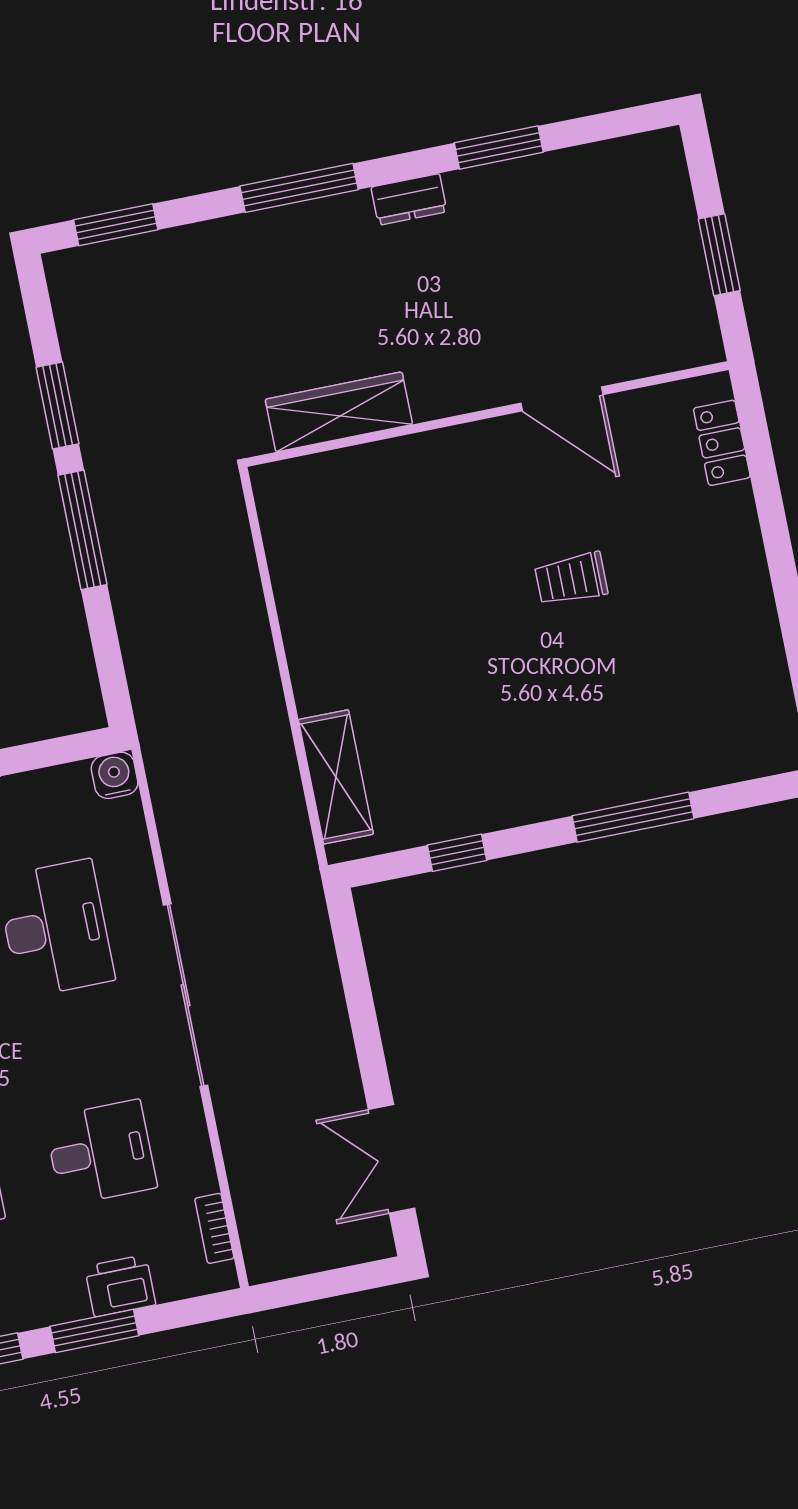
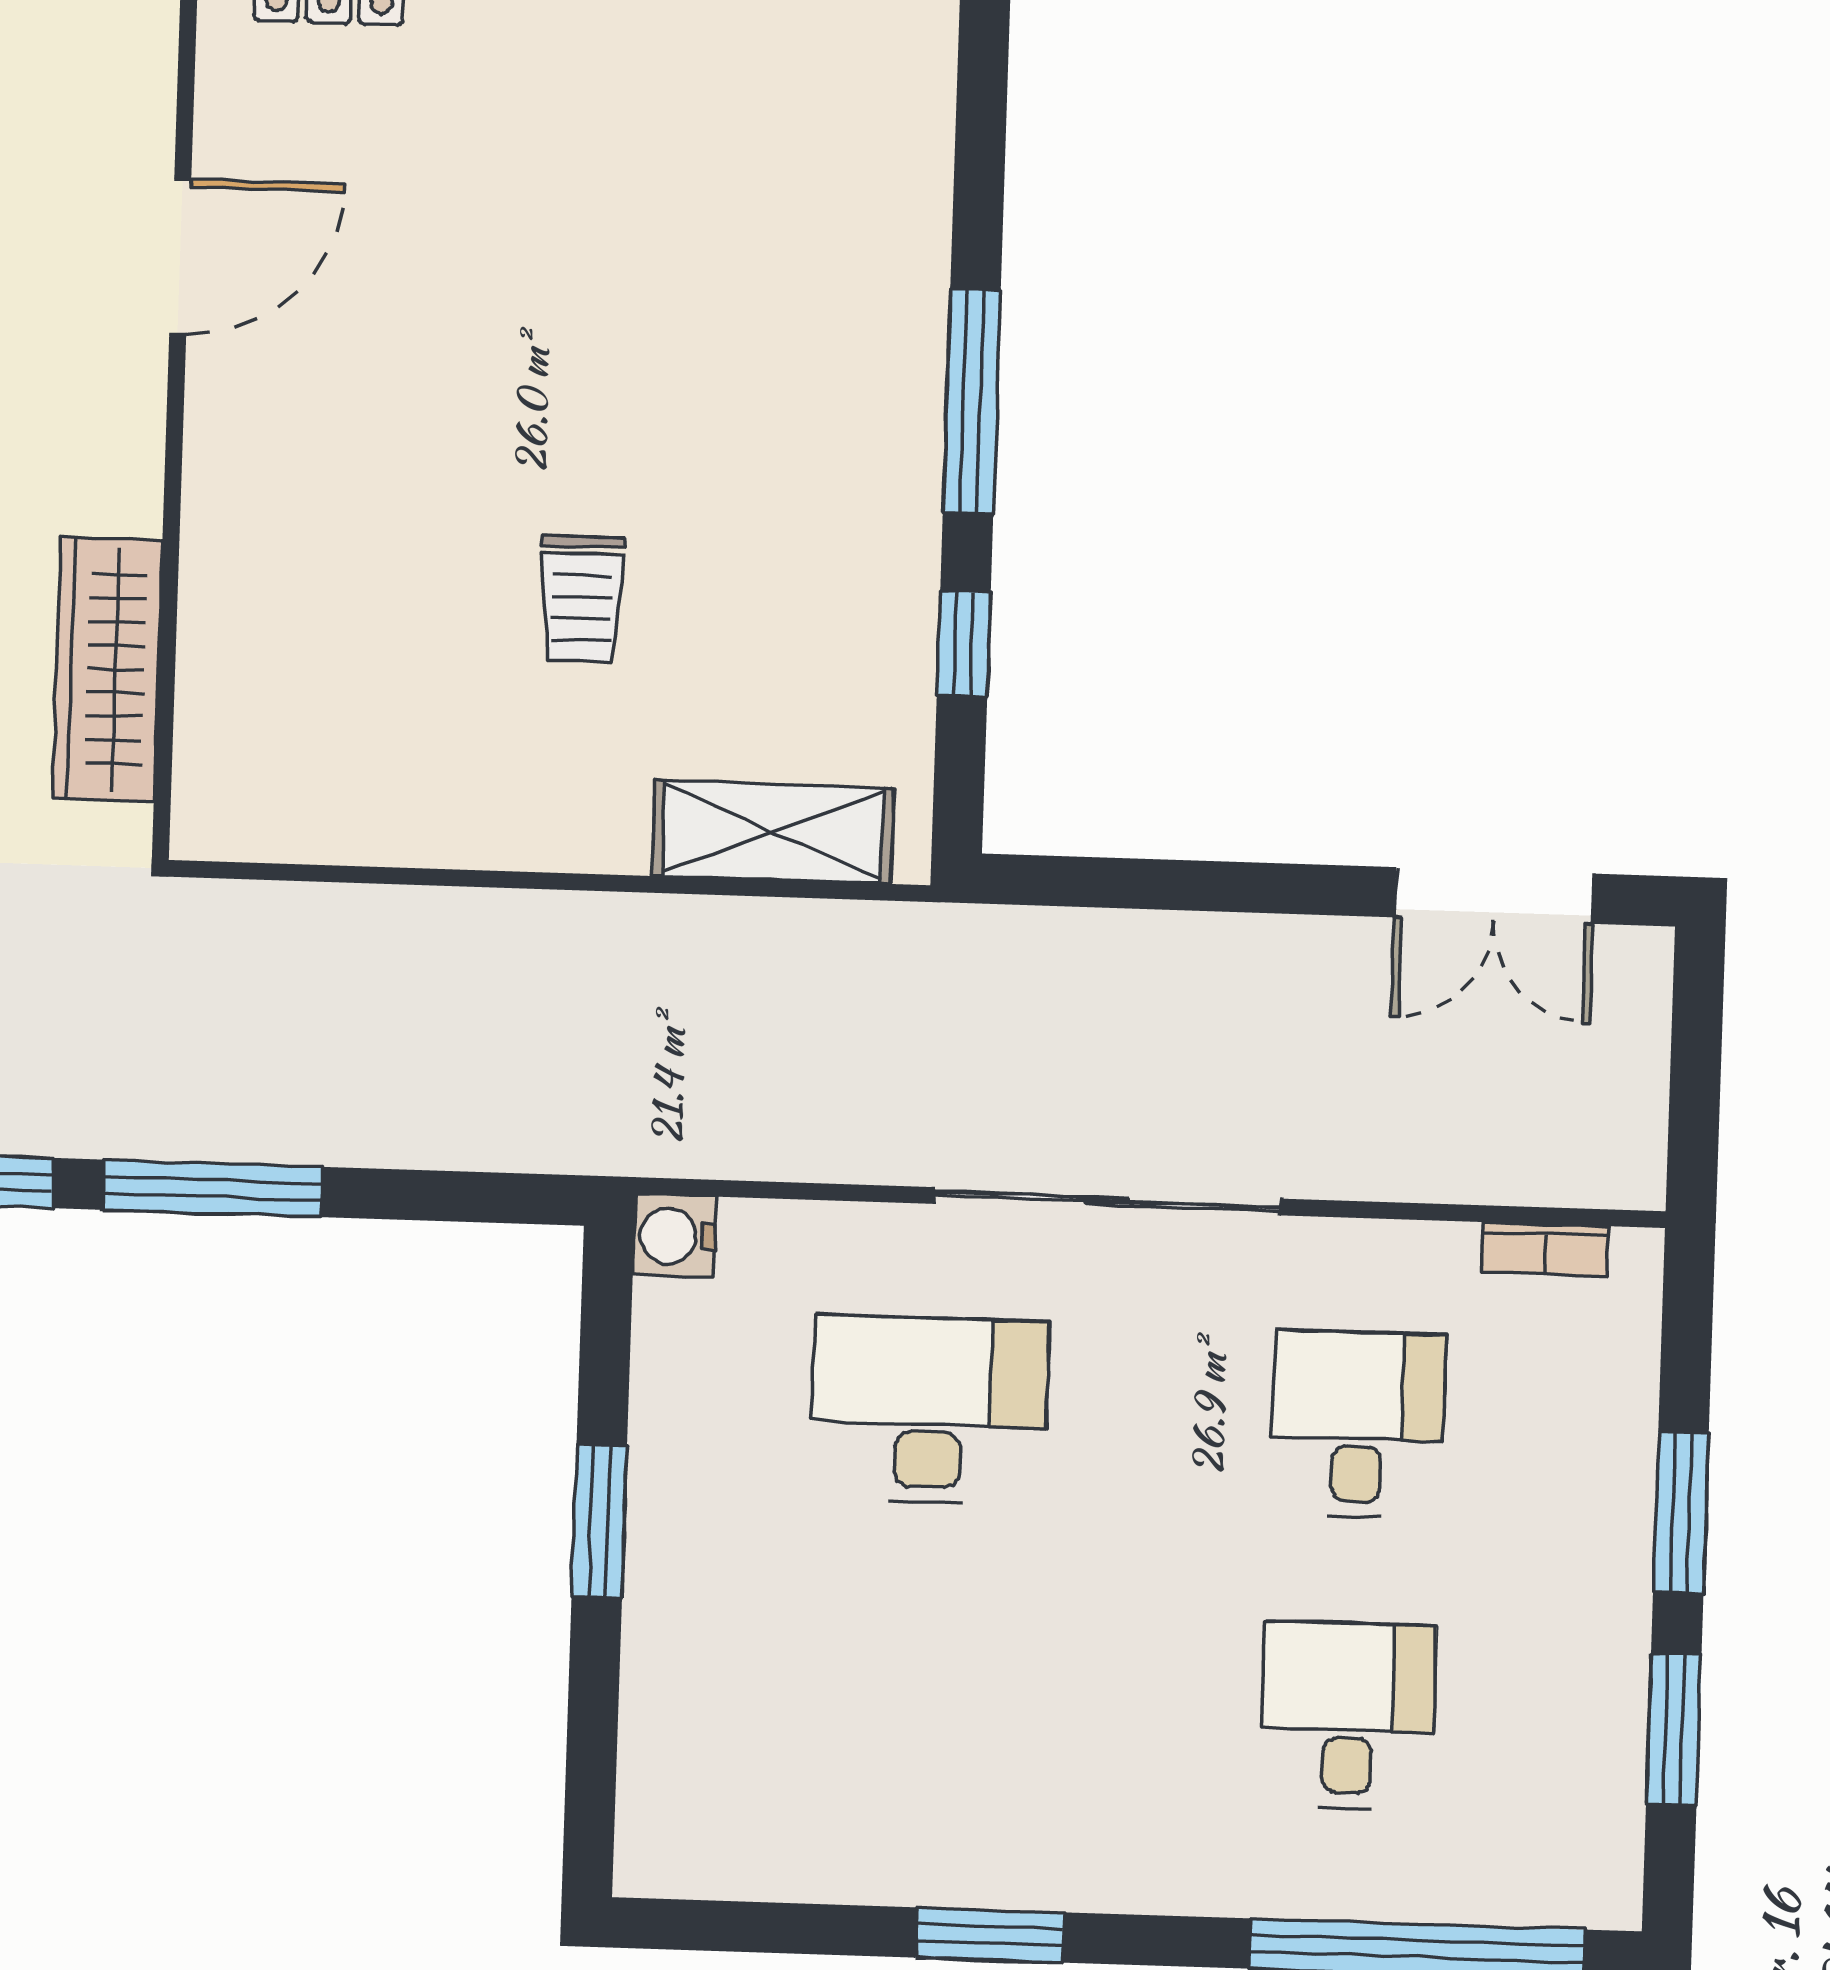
trolley: (571, 579) -> (582, 599), moved
window: (633, 817) -> (972, 401), moved
printer: (120, 1286) -> (1609, 1446), removed

